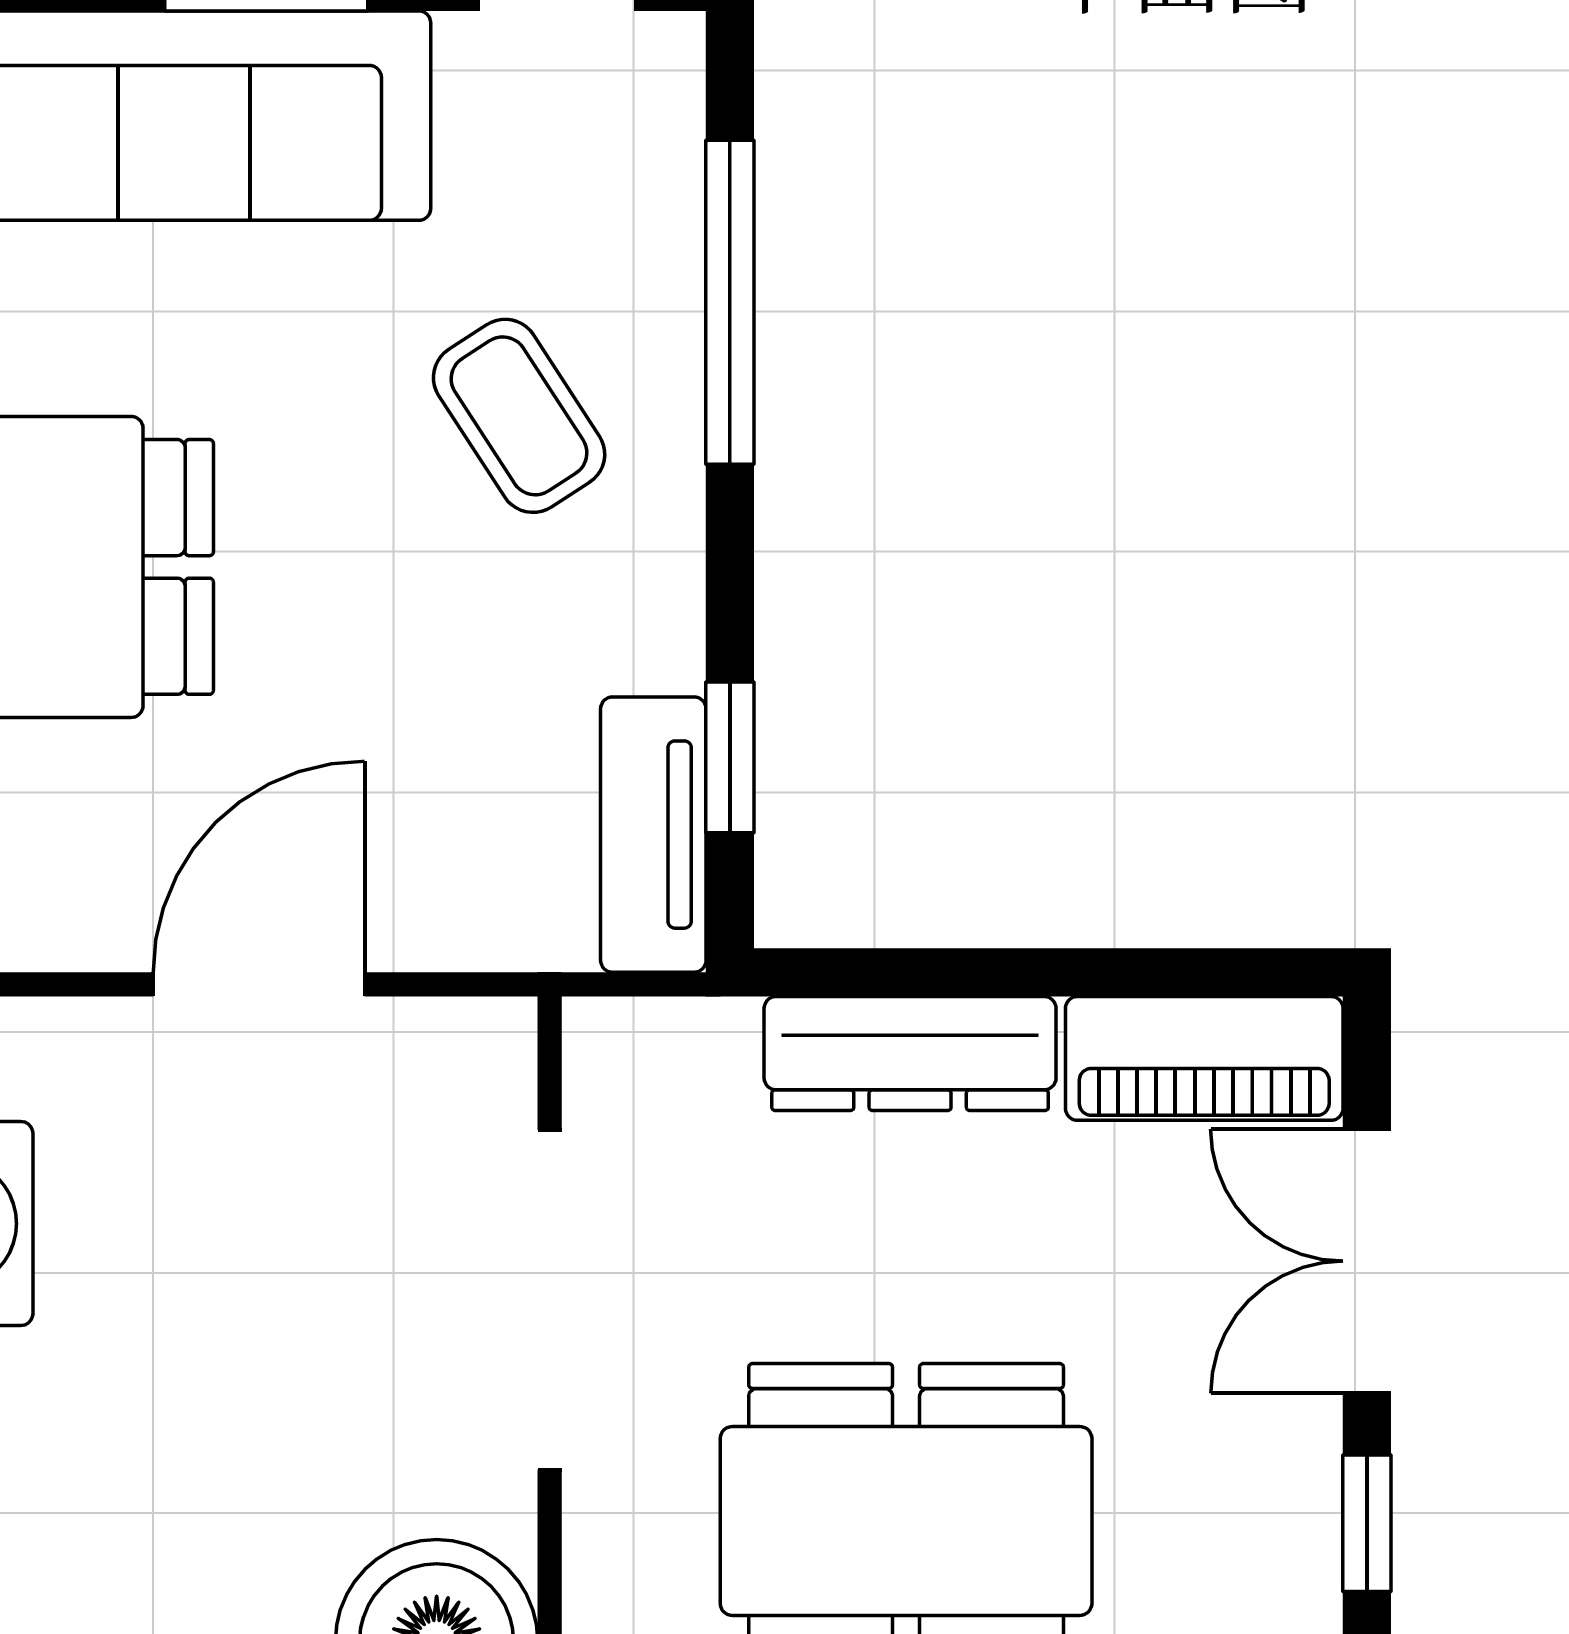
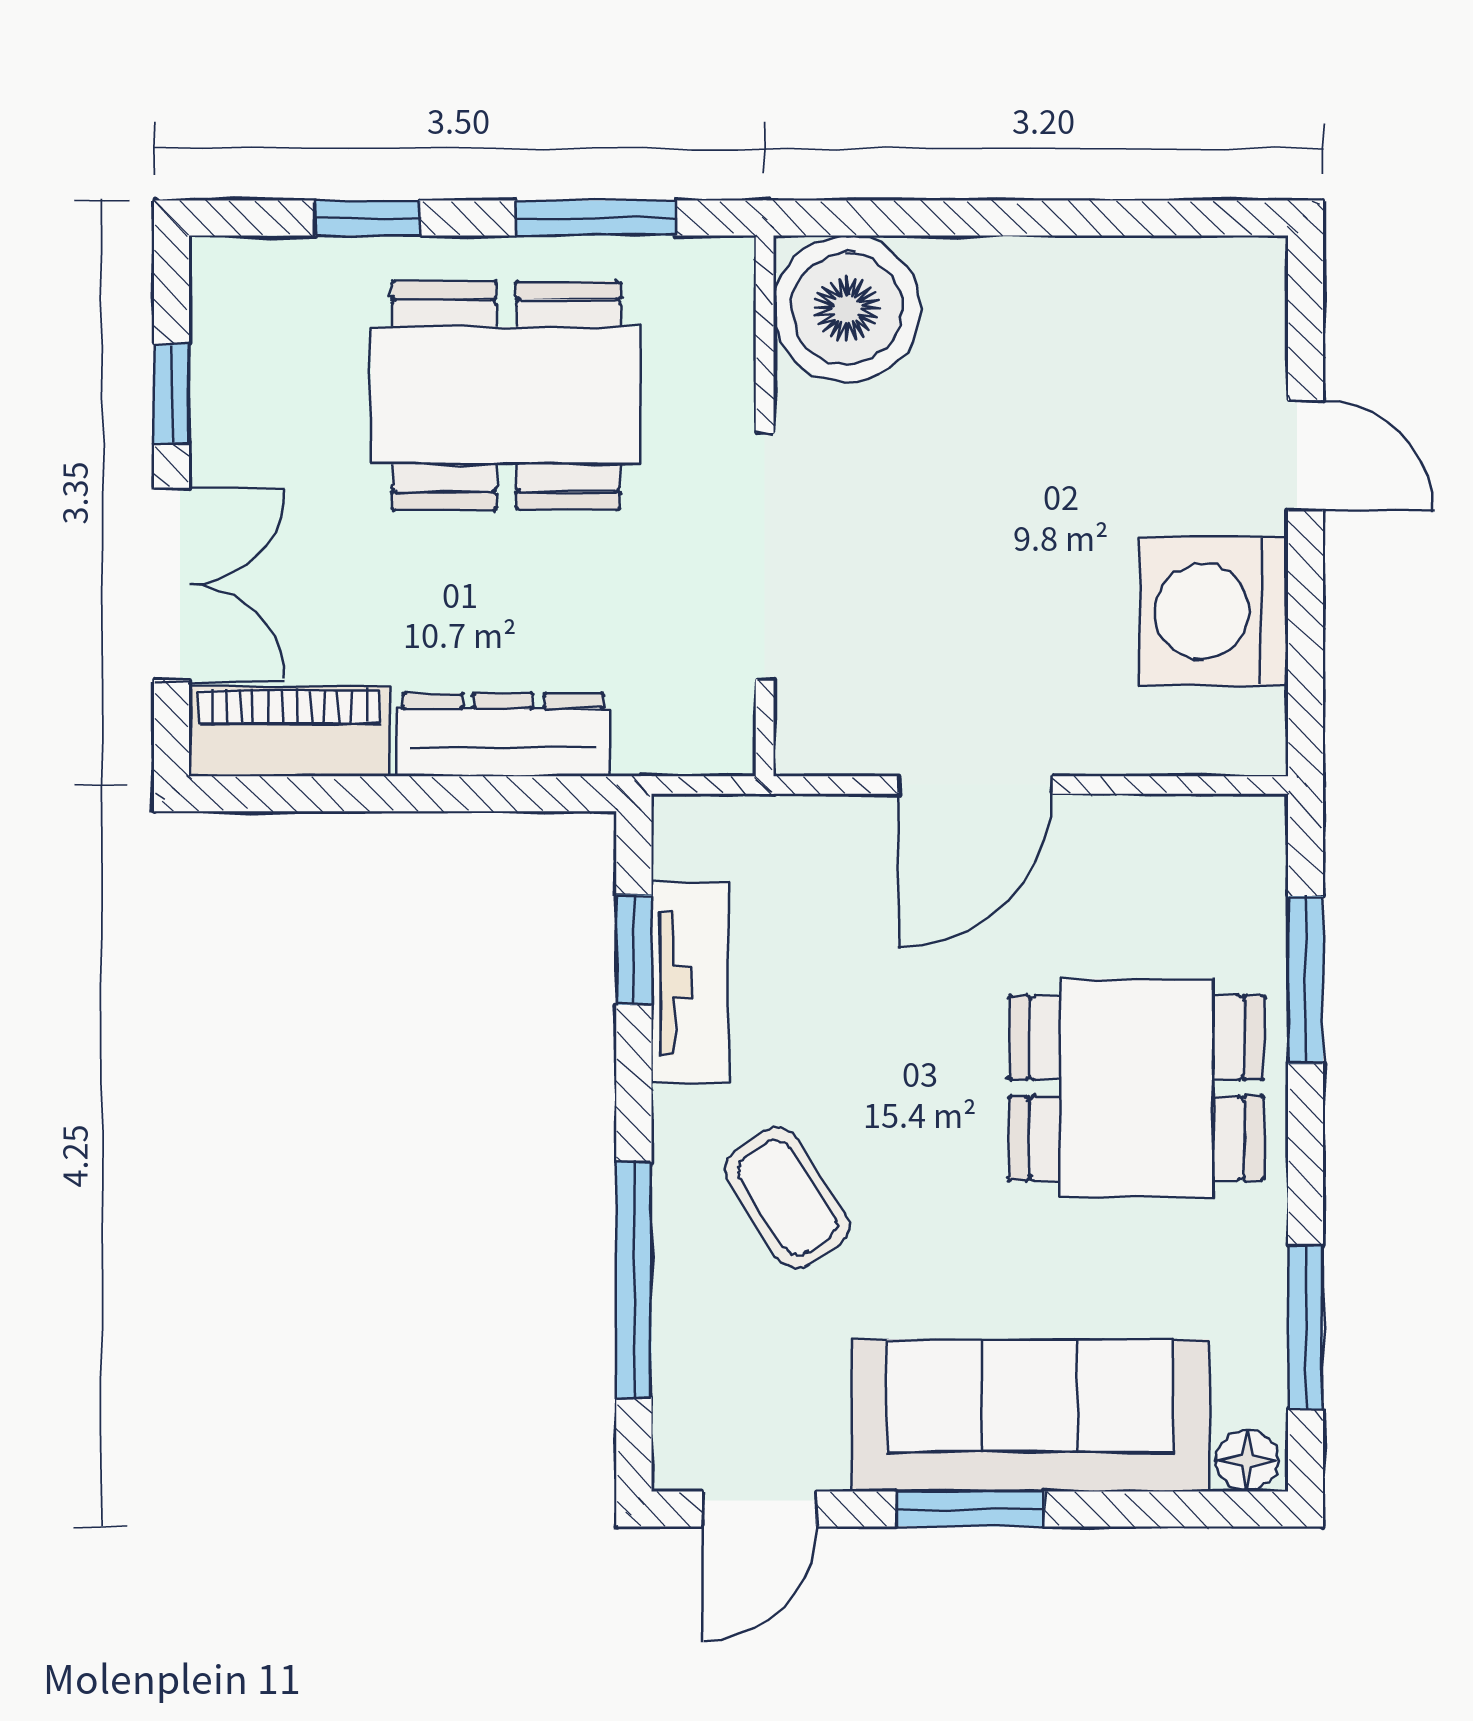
tv unit: (653, 835) -> (689, 983), moved

